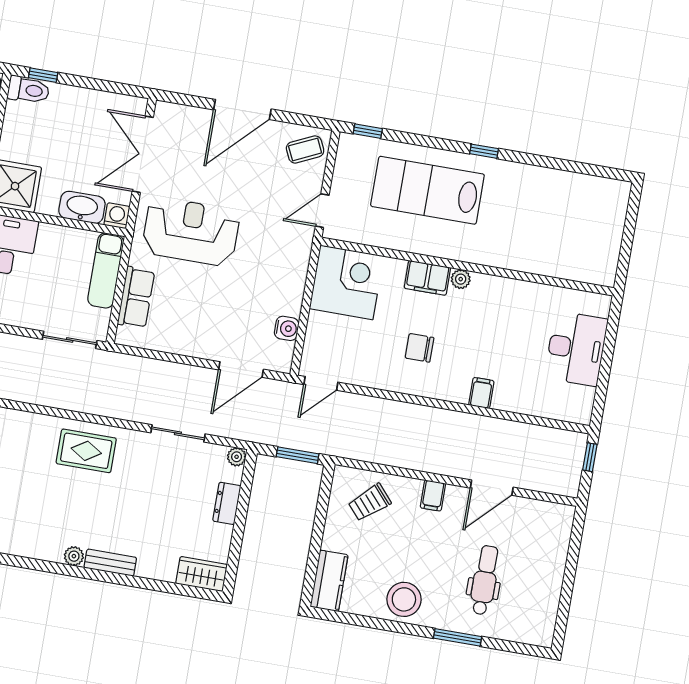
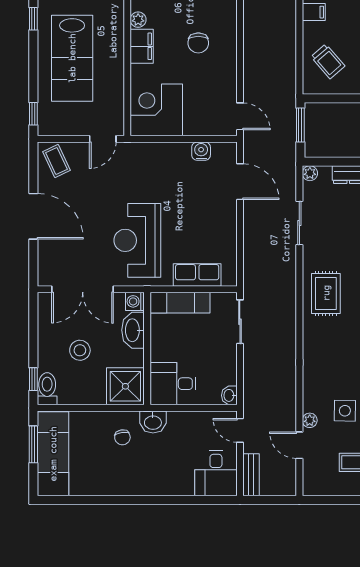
stool: (69, 138) -> (80, 350), added
door: (322, 211) -> (103, 139), hinge flipped

